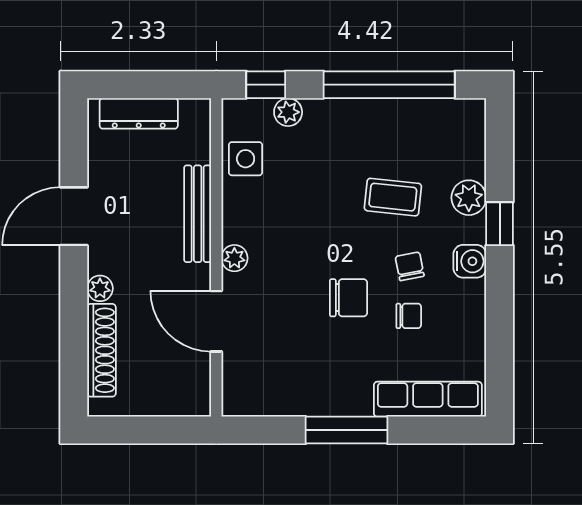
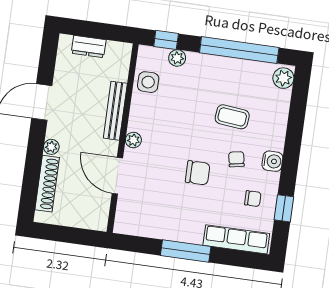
dresser: (139, 113) -> (89, 47), width x0.70
plant: (469, 198) -> (283, 78), moved
window: (500, 224) -> (284, 208), moved
chair: (409, 316) -> (253, 199), moved

